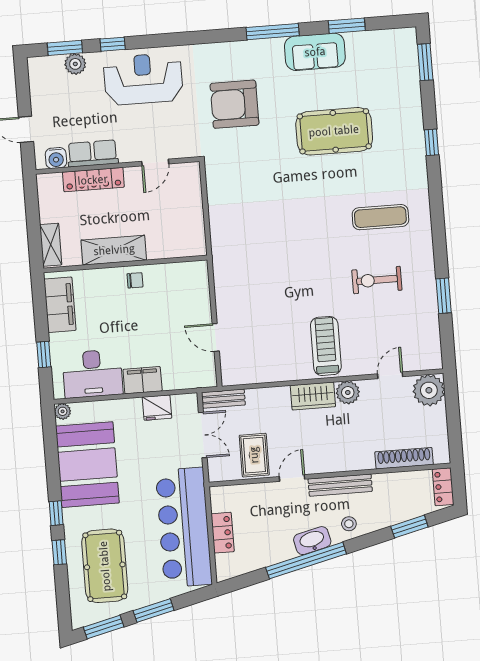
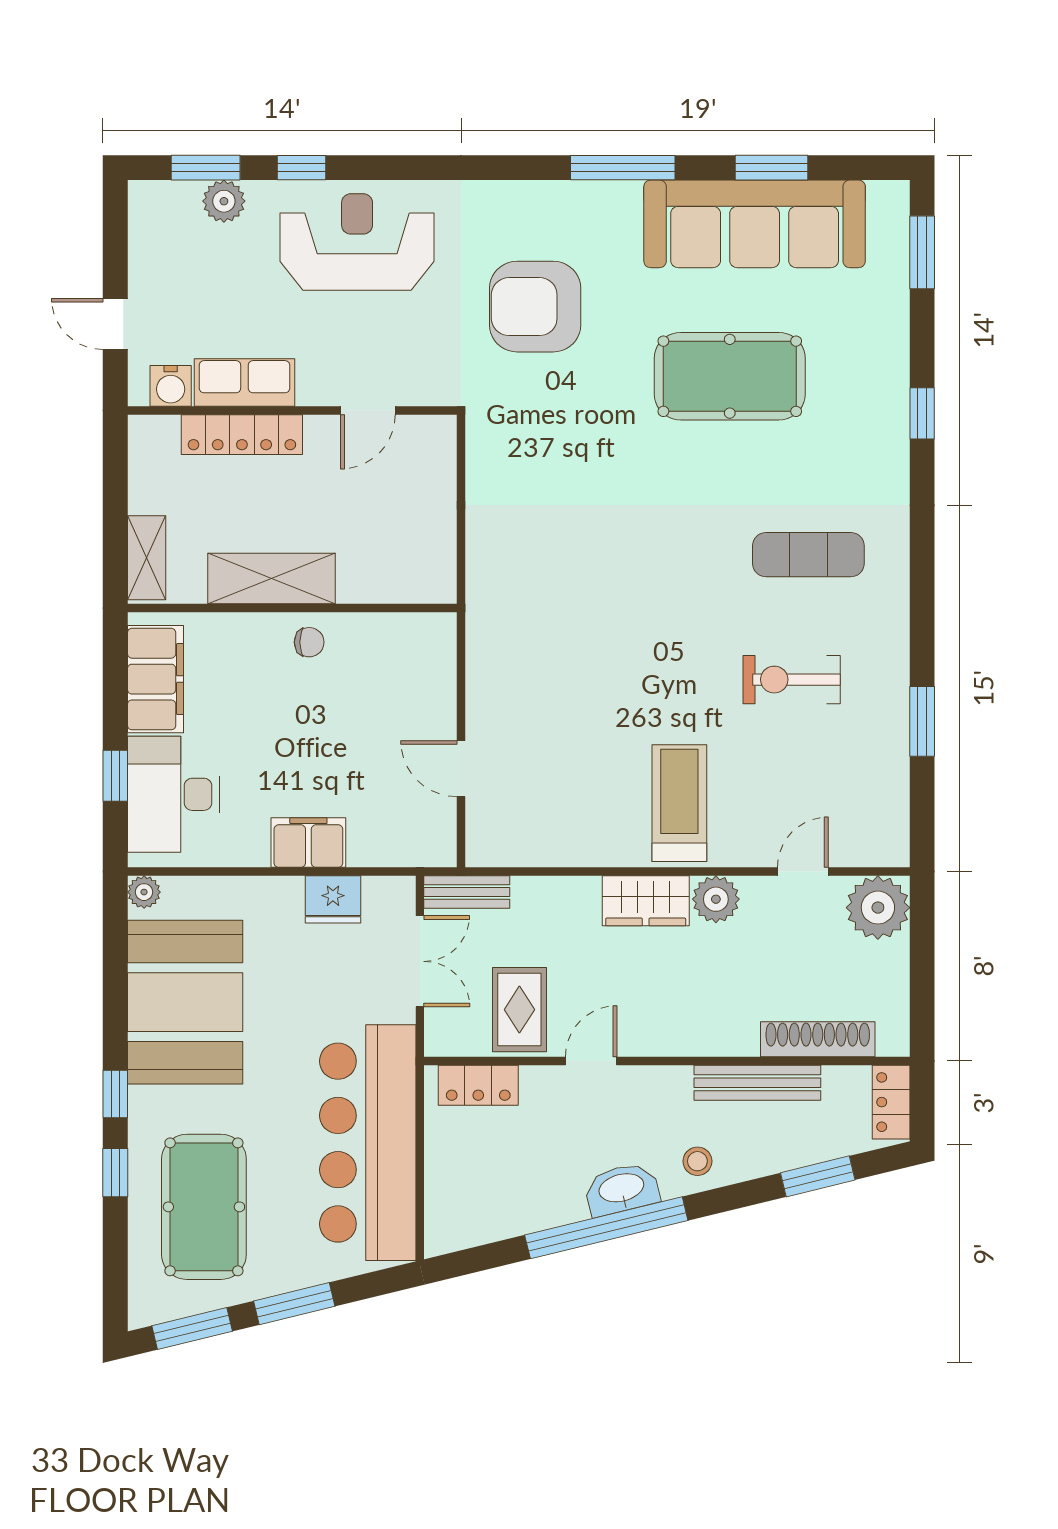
sofa: (315, 52) -> (755, 224), width x1.85, depth x1.27
desk: (93, 374) -> (173, 794), moved, turned 90
bench: (340, 485) -> (757, 1083), moved
locker: (223, 533) -> (478, 1085), moved, turned 90

